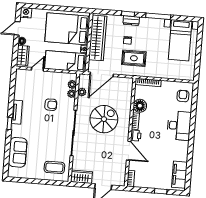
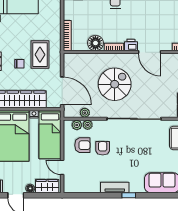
armchair: (55, 88) -> (82, 145), added
spiral stairs: (104, 119) -> (115, 84), turned 90
door: (129, 151) -> (150, 52), swing flipped

